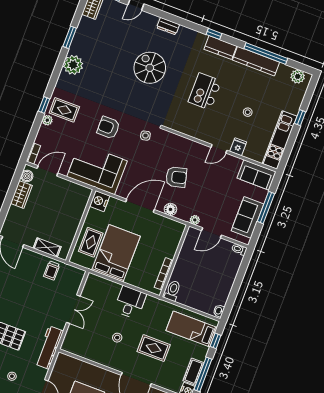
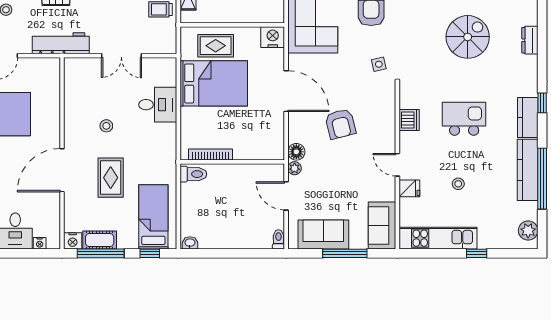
dishwasher: (191, 129) -> (409, 120), added
floor lamp: (170, 209) -> (296, 152), moved
desk: (130, 302) -> (158, 105), moved

